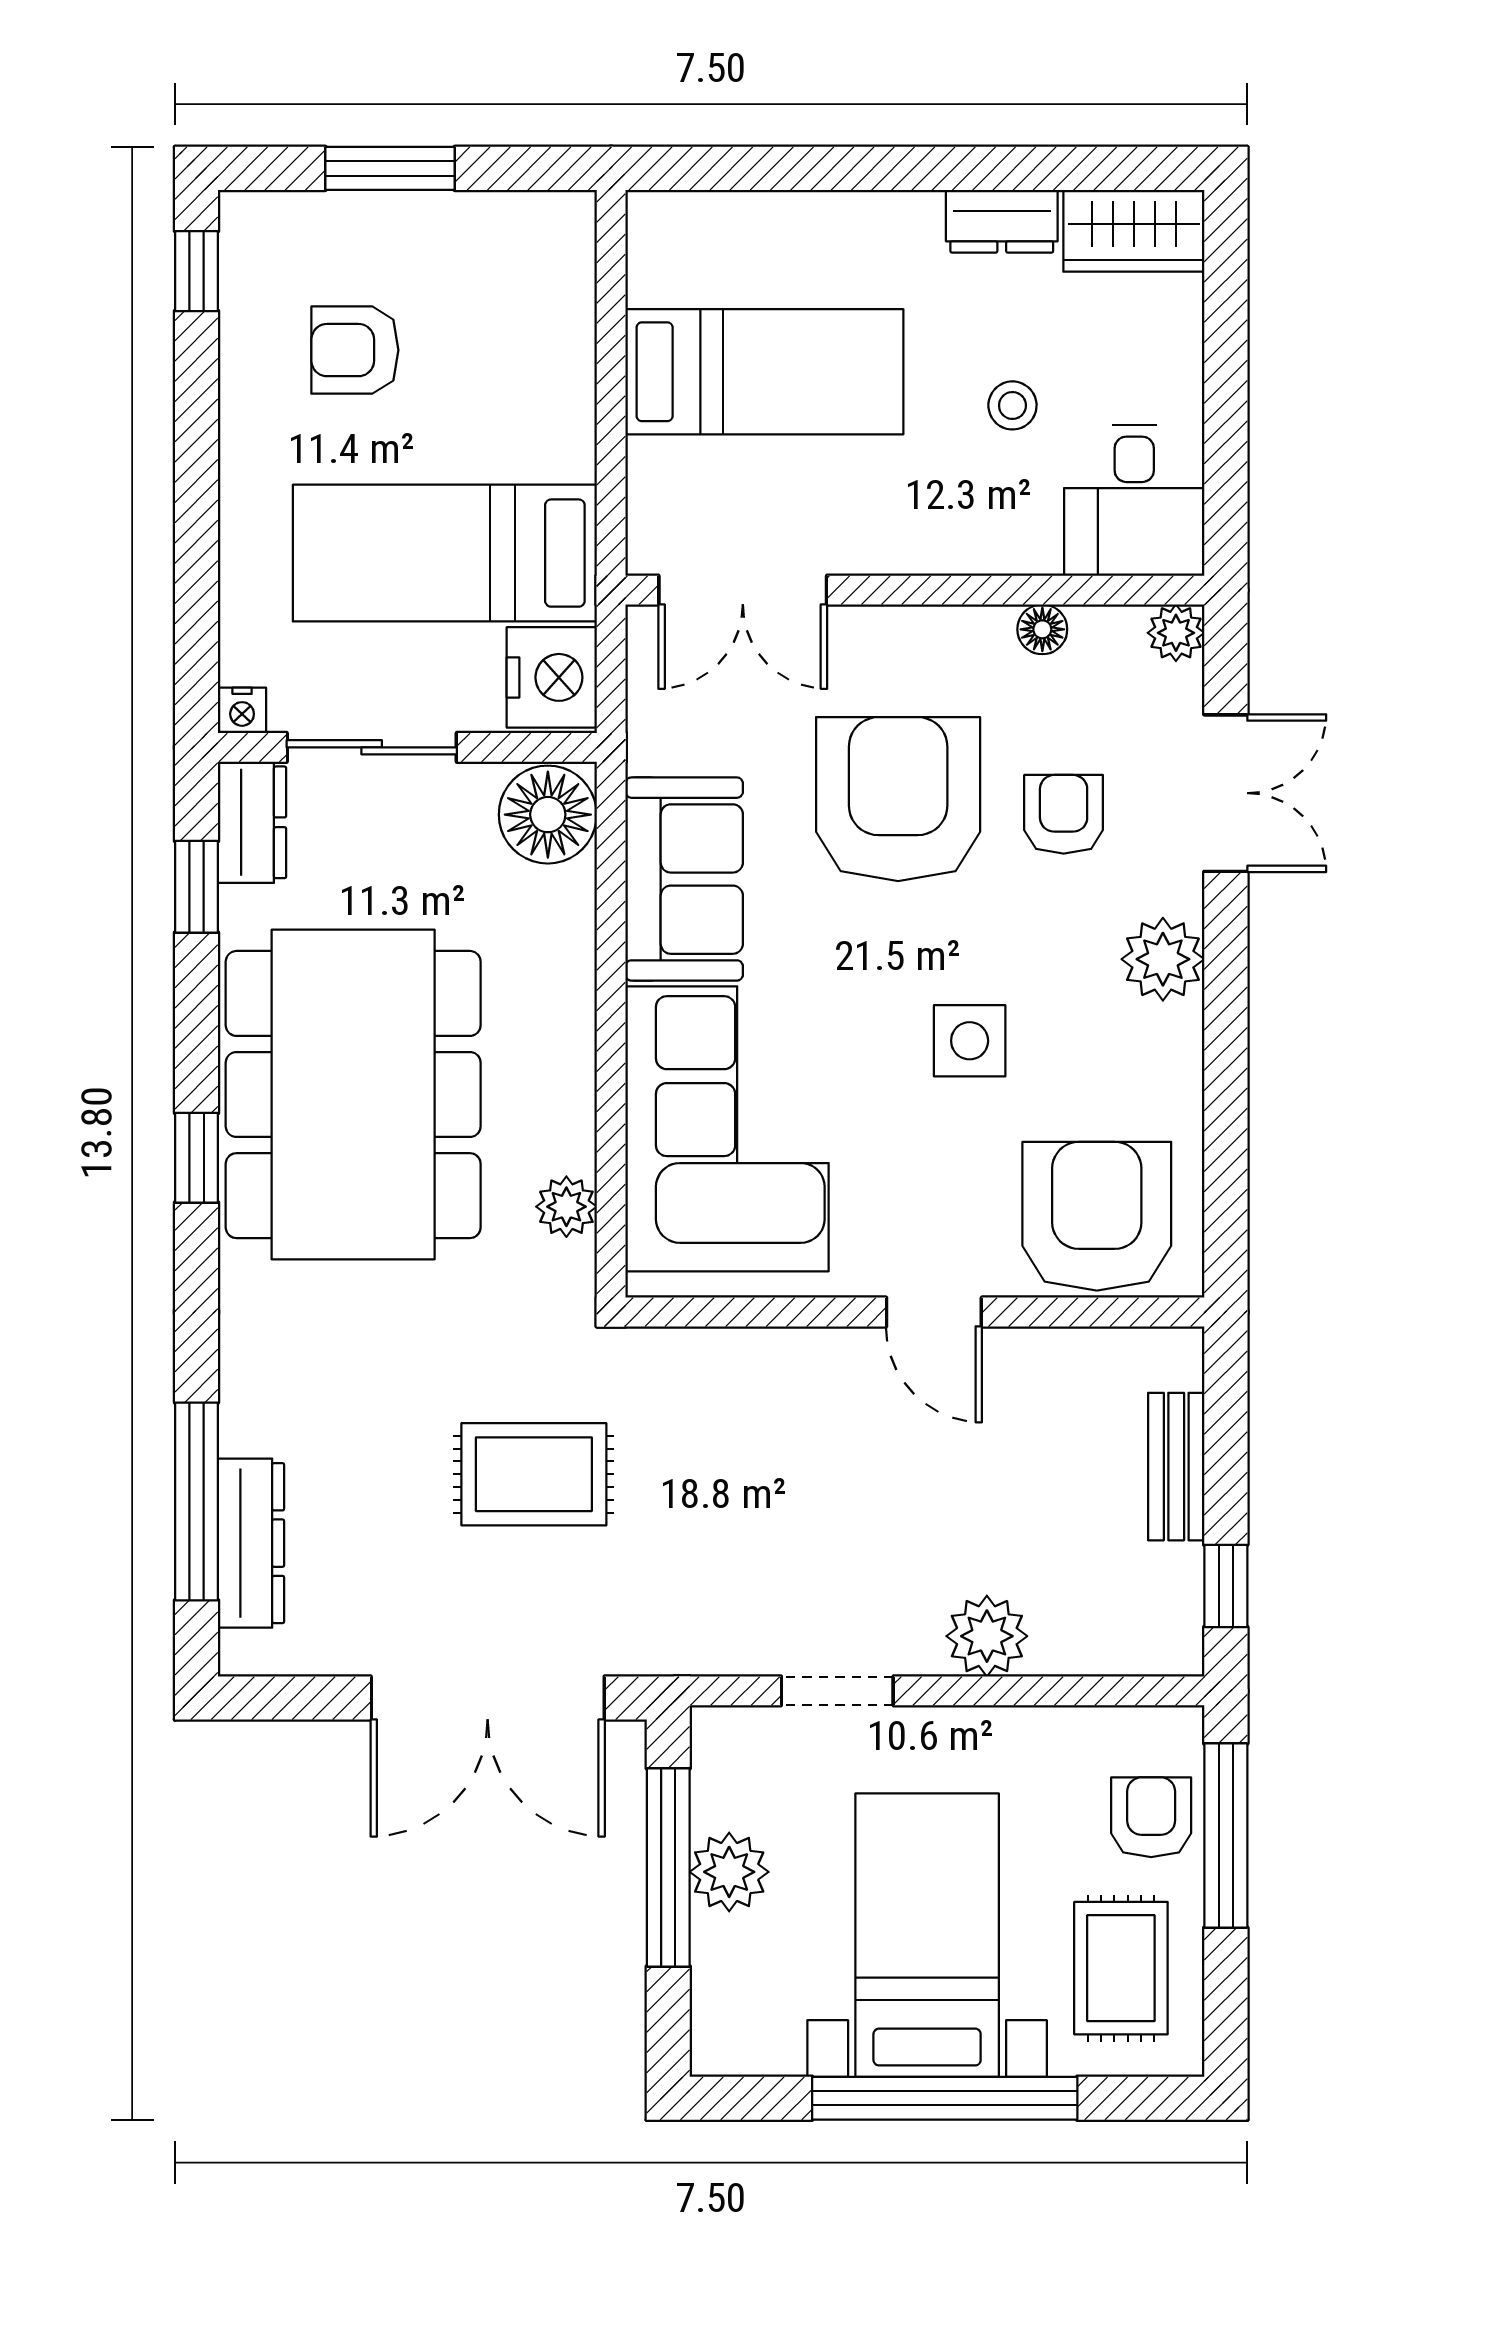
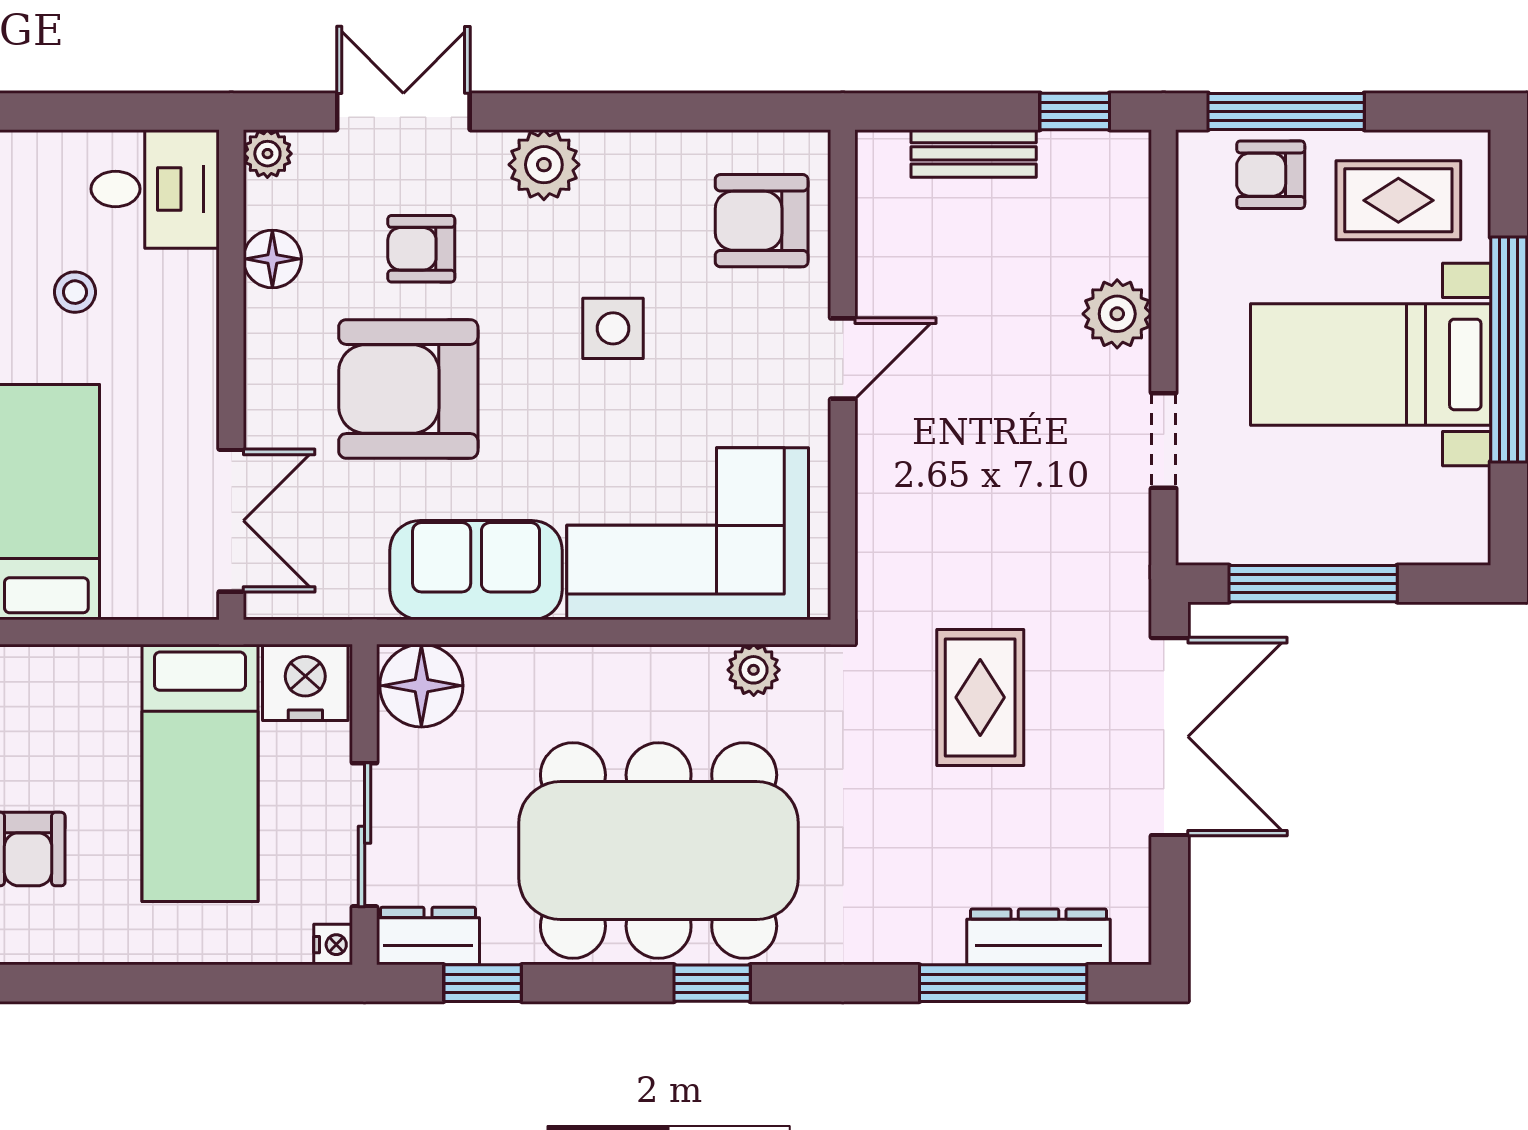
floor lamp: (1042, 629) -> (272, 259), width x1.37, depth x1.37
armchair: (1097, 1216) -> (762, 221), width x0.73, depth x0.73
plant: (729, 1872) -> (1317, 532), removed

